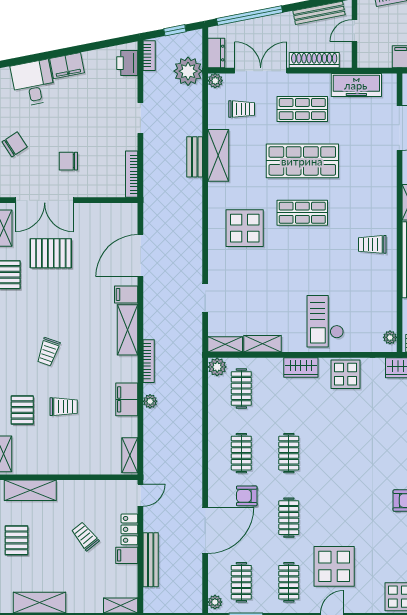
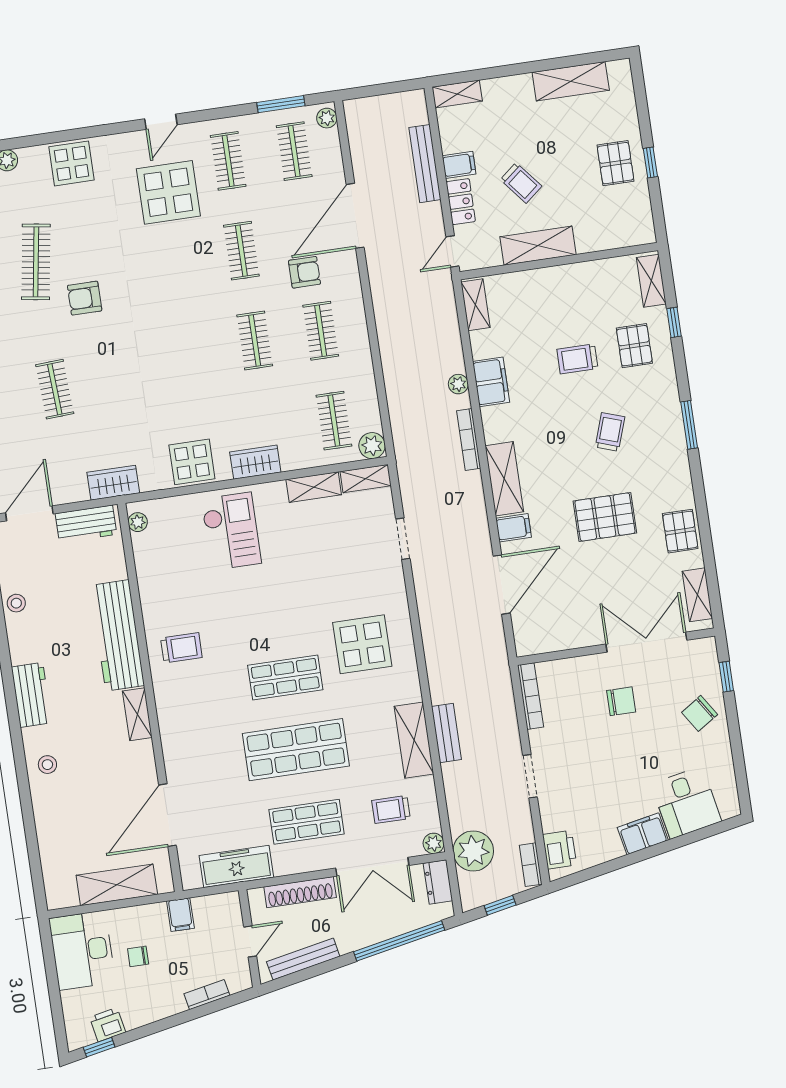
pallet: (51, 253) -> (605, 517), moved
shelving: (30, 490) -> (538, 246), moved

